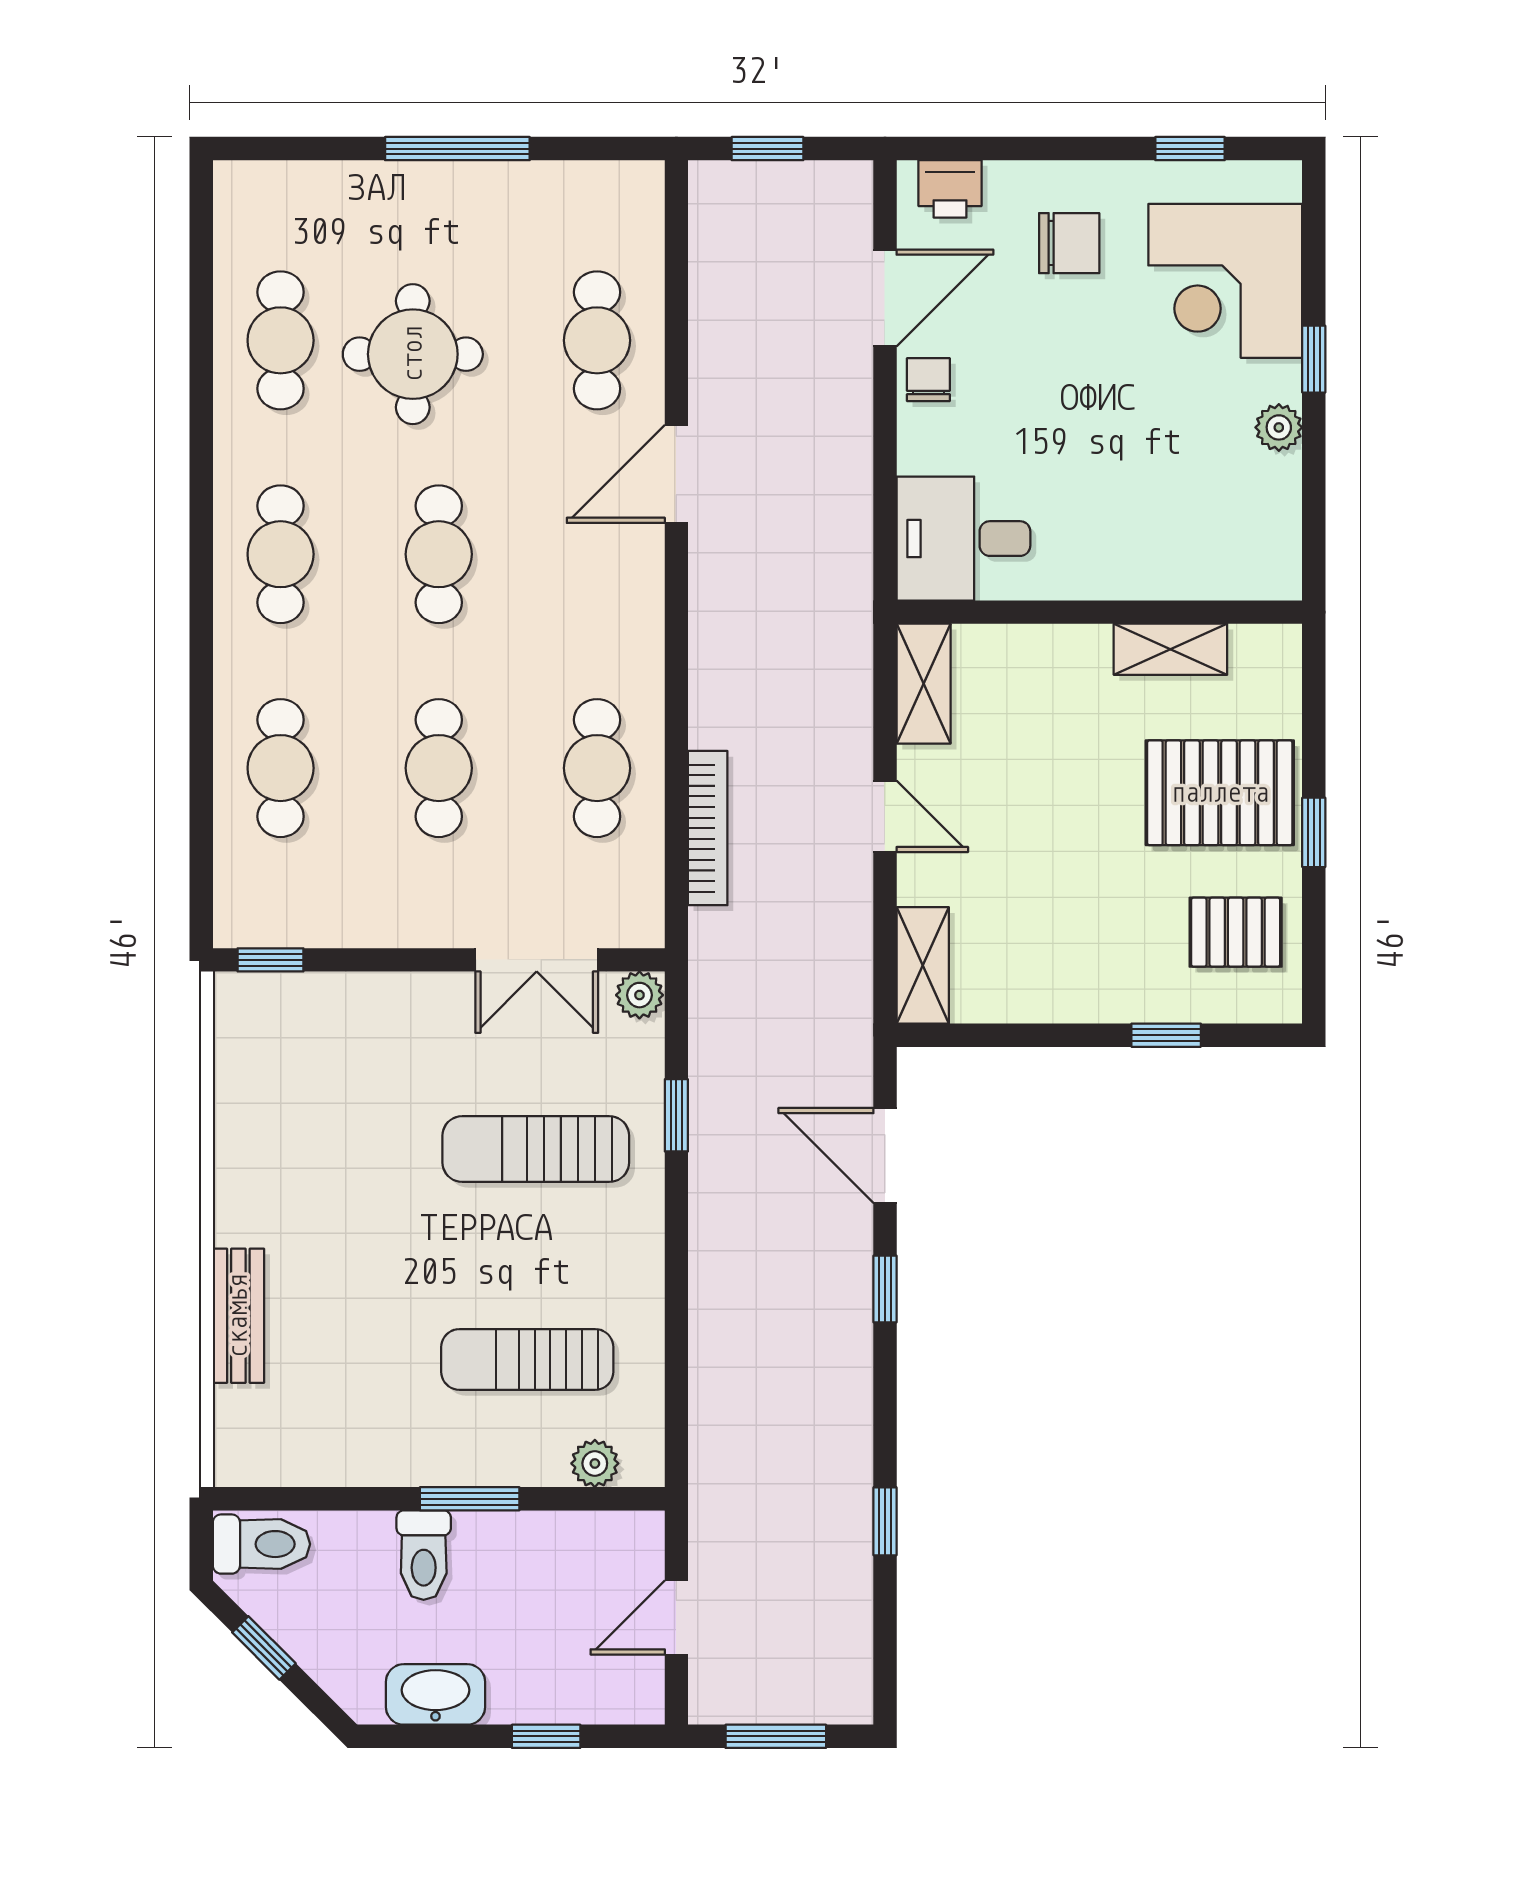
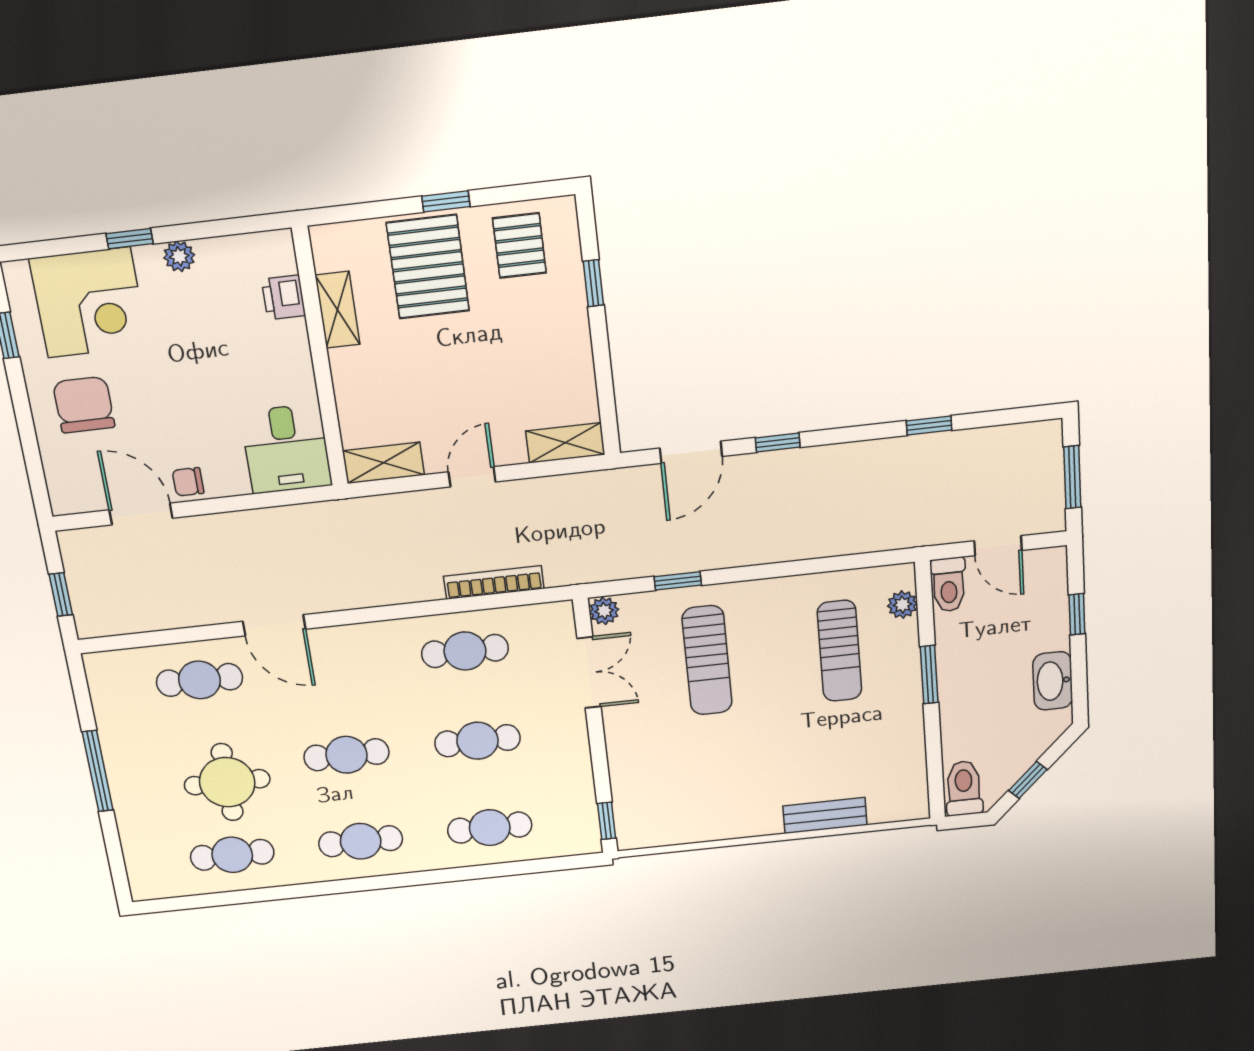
printer: (950, 189) -> (284, 297), moved, turned 180
chair: (1069, 243) -> (84, 405), width x1.37, depth x1.37
toilet: (424, 1555) -> (949, 585), moved, turned 90

